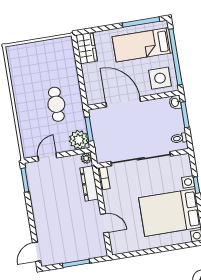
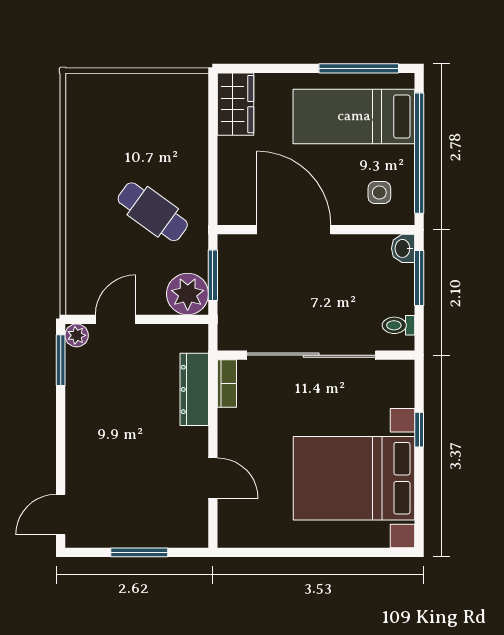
side table: (160, 78) -> (379, 193), width x0.54, depth x0.54
cafe table: (56, 104) -> (153, 212), turned -54
plant: (86, 158) -> (77, 335), moved

